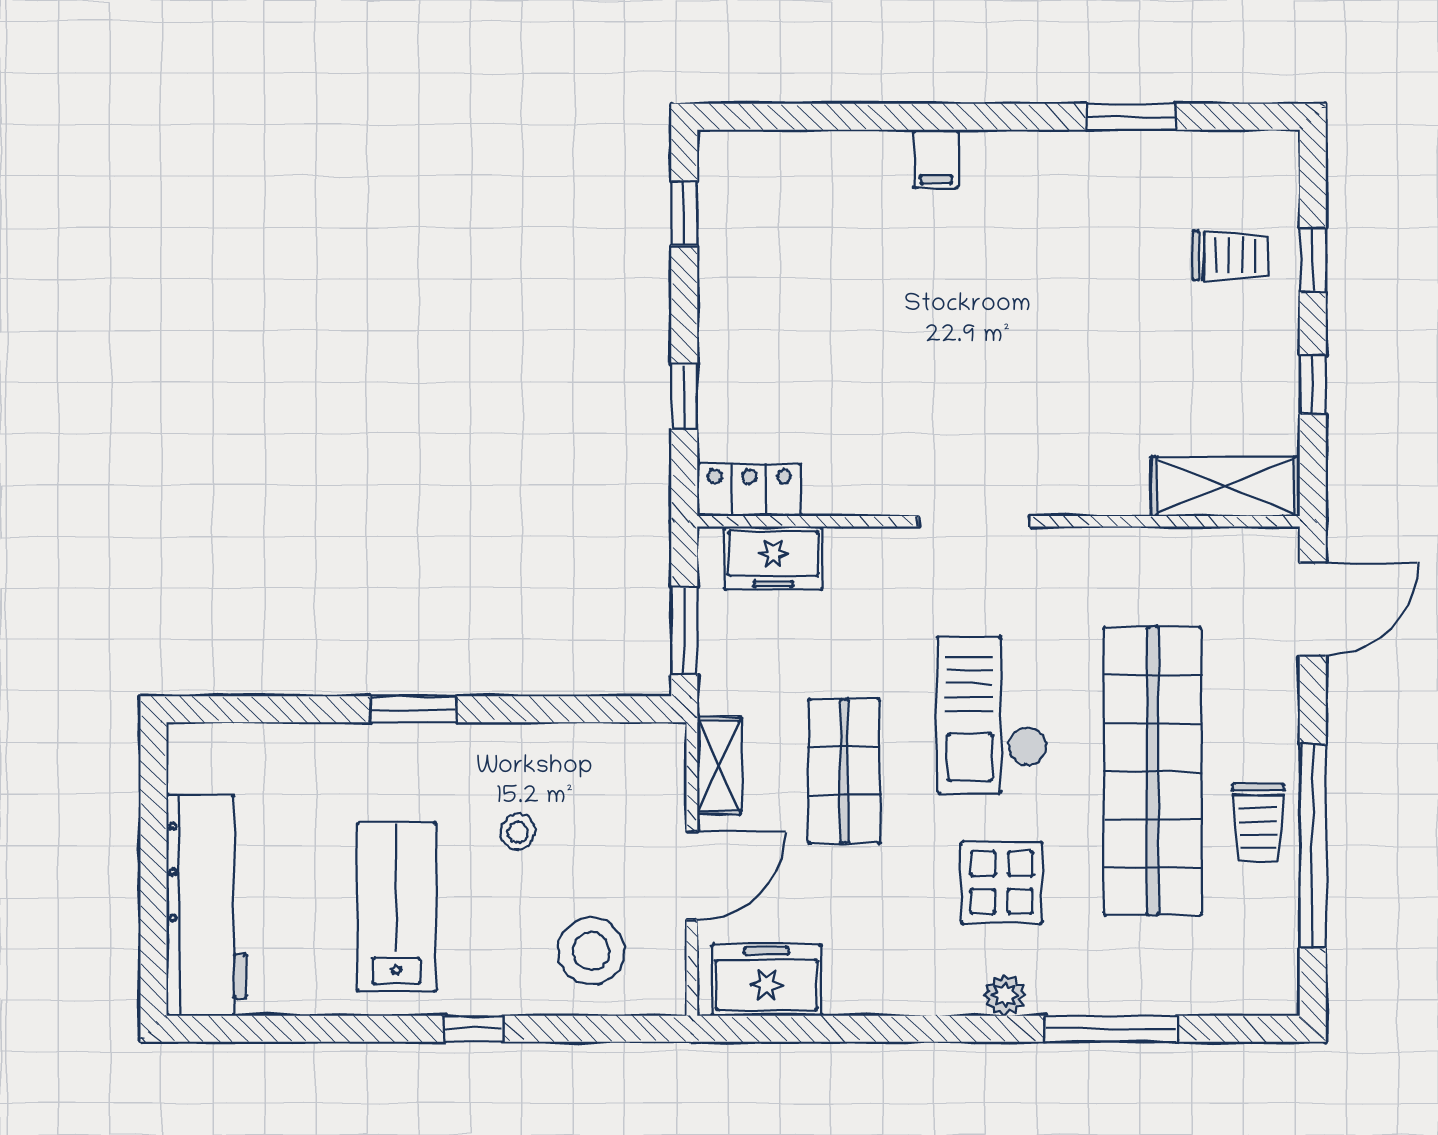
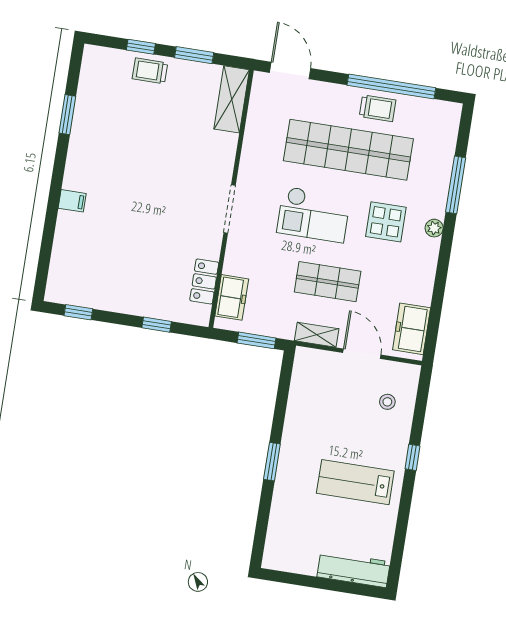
trolley: (1231, 256) -> (150, 71), moved, turned -90
window: (1313, 385) -> (194, 55), width x1.50
locker: (749, 490) -> (204, 281), moved
stool: (518, 832) -> (331, 425), removed
workbench: (207, 905) -> (354, 569), width x0.73, depth x0.76
stool: (591, 951) -> (387, 402), width x0.53, depth x0.53

